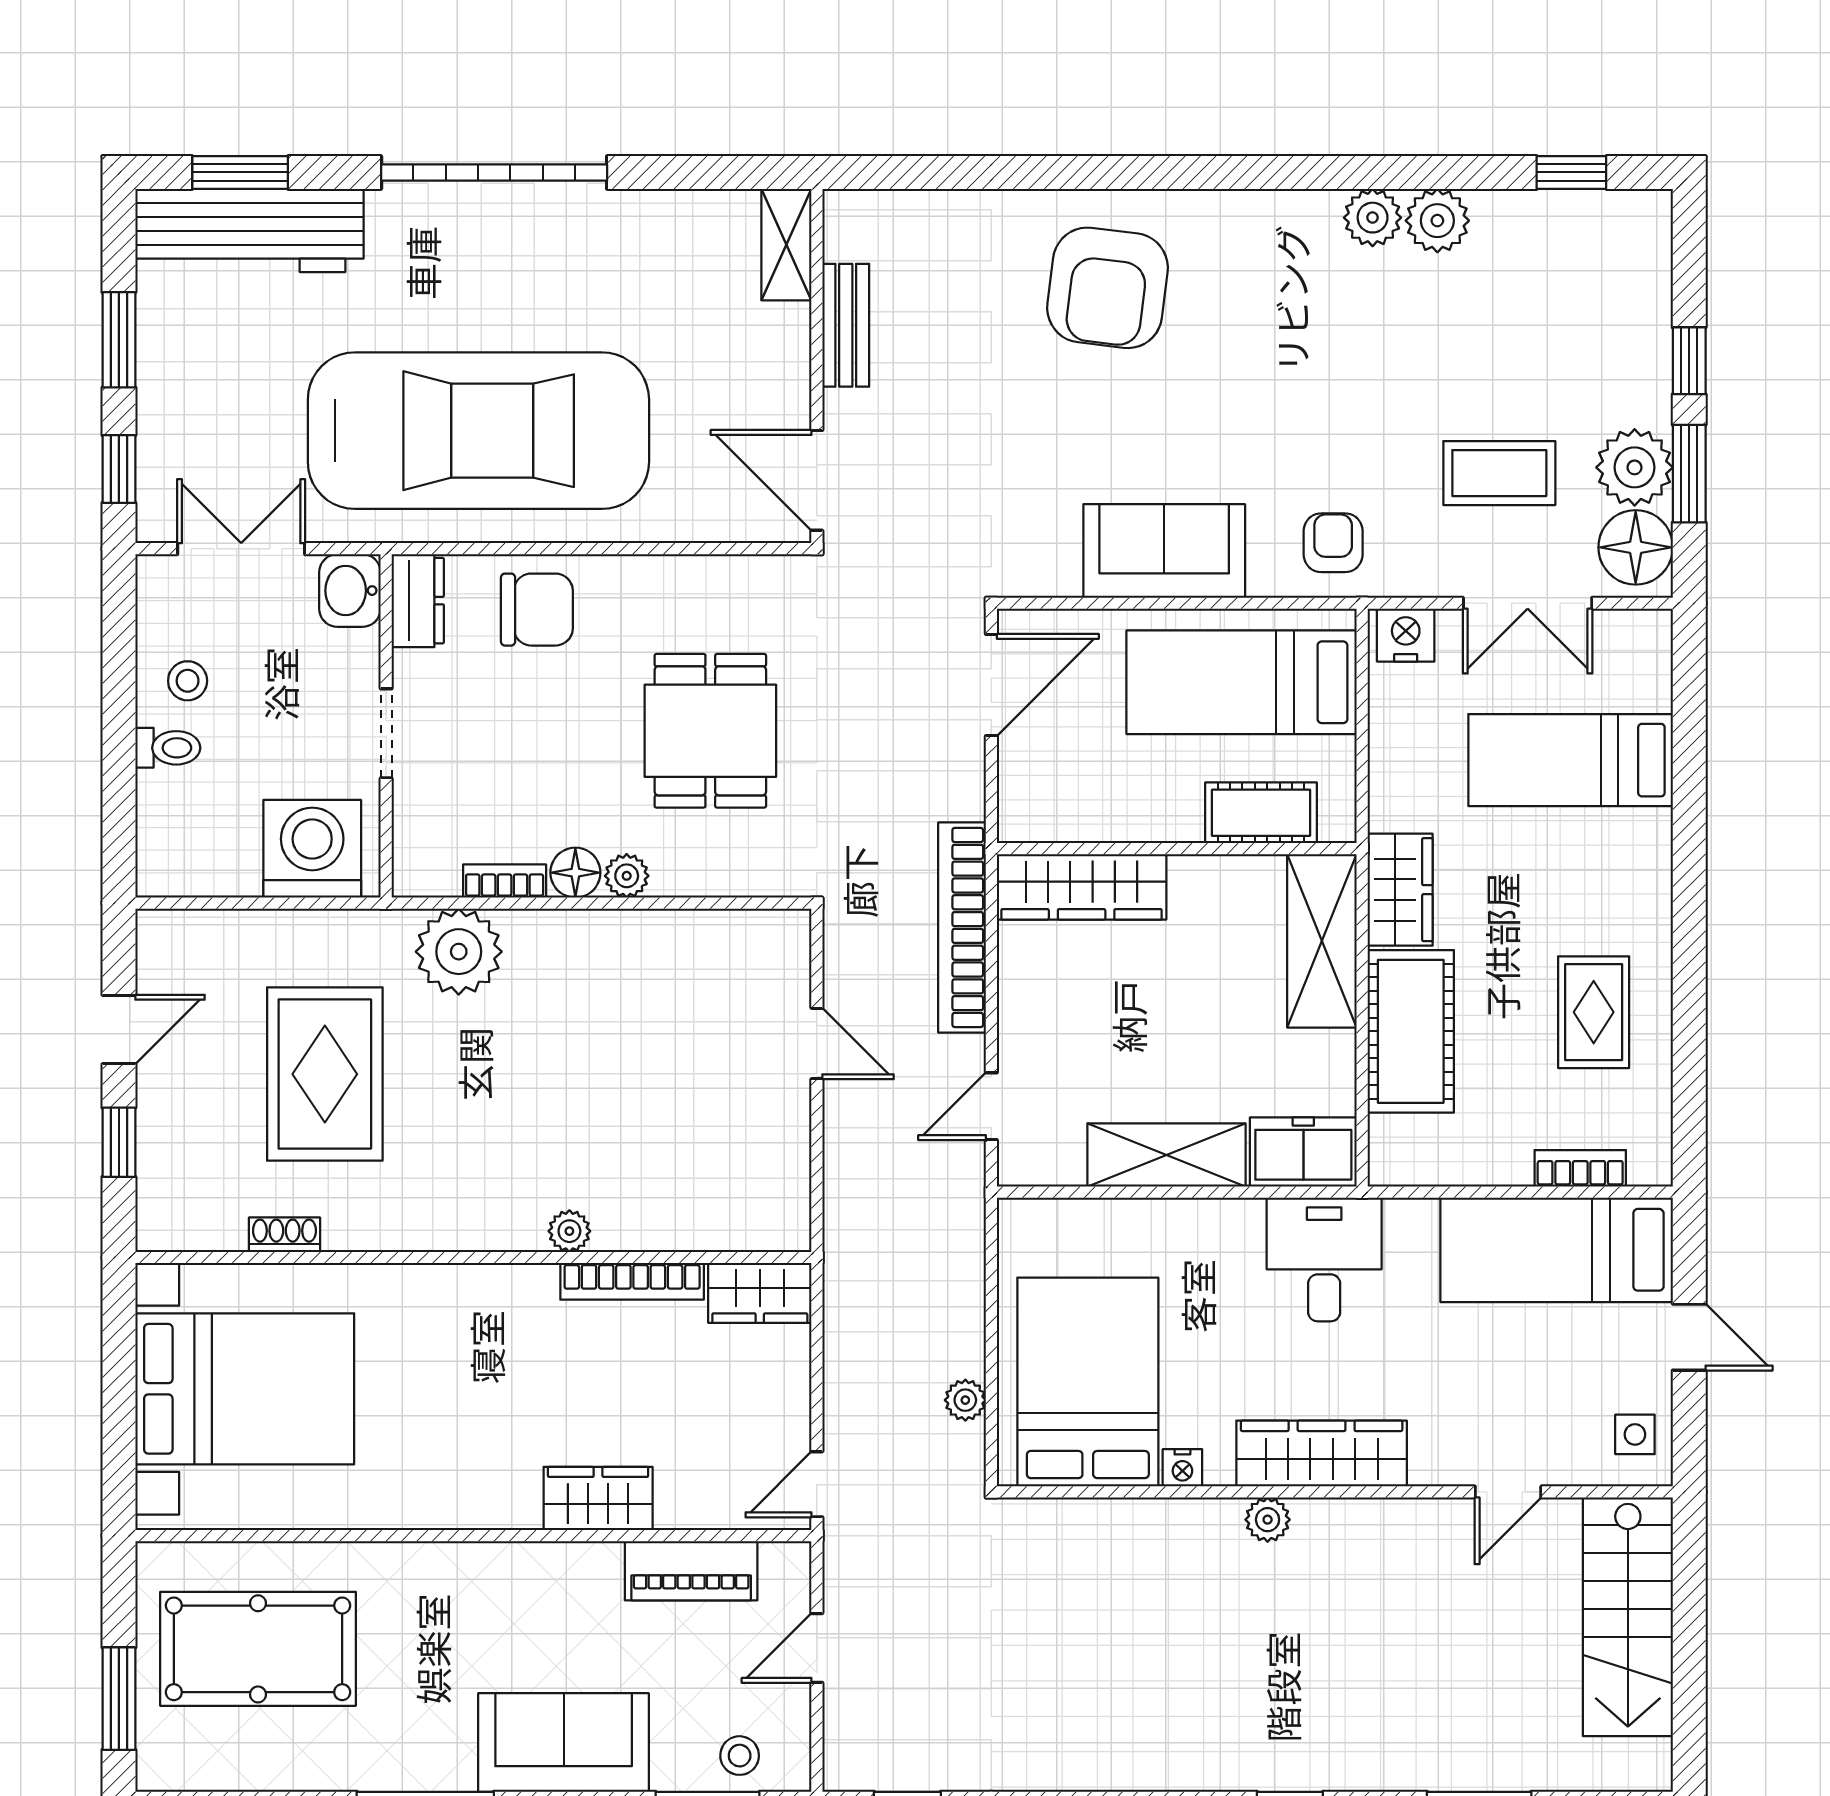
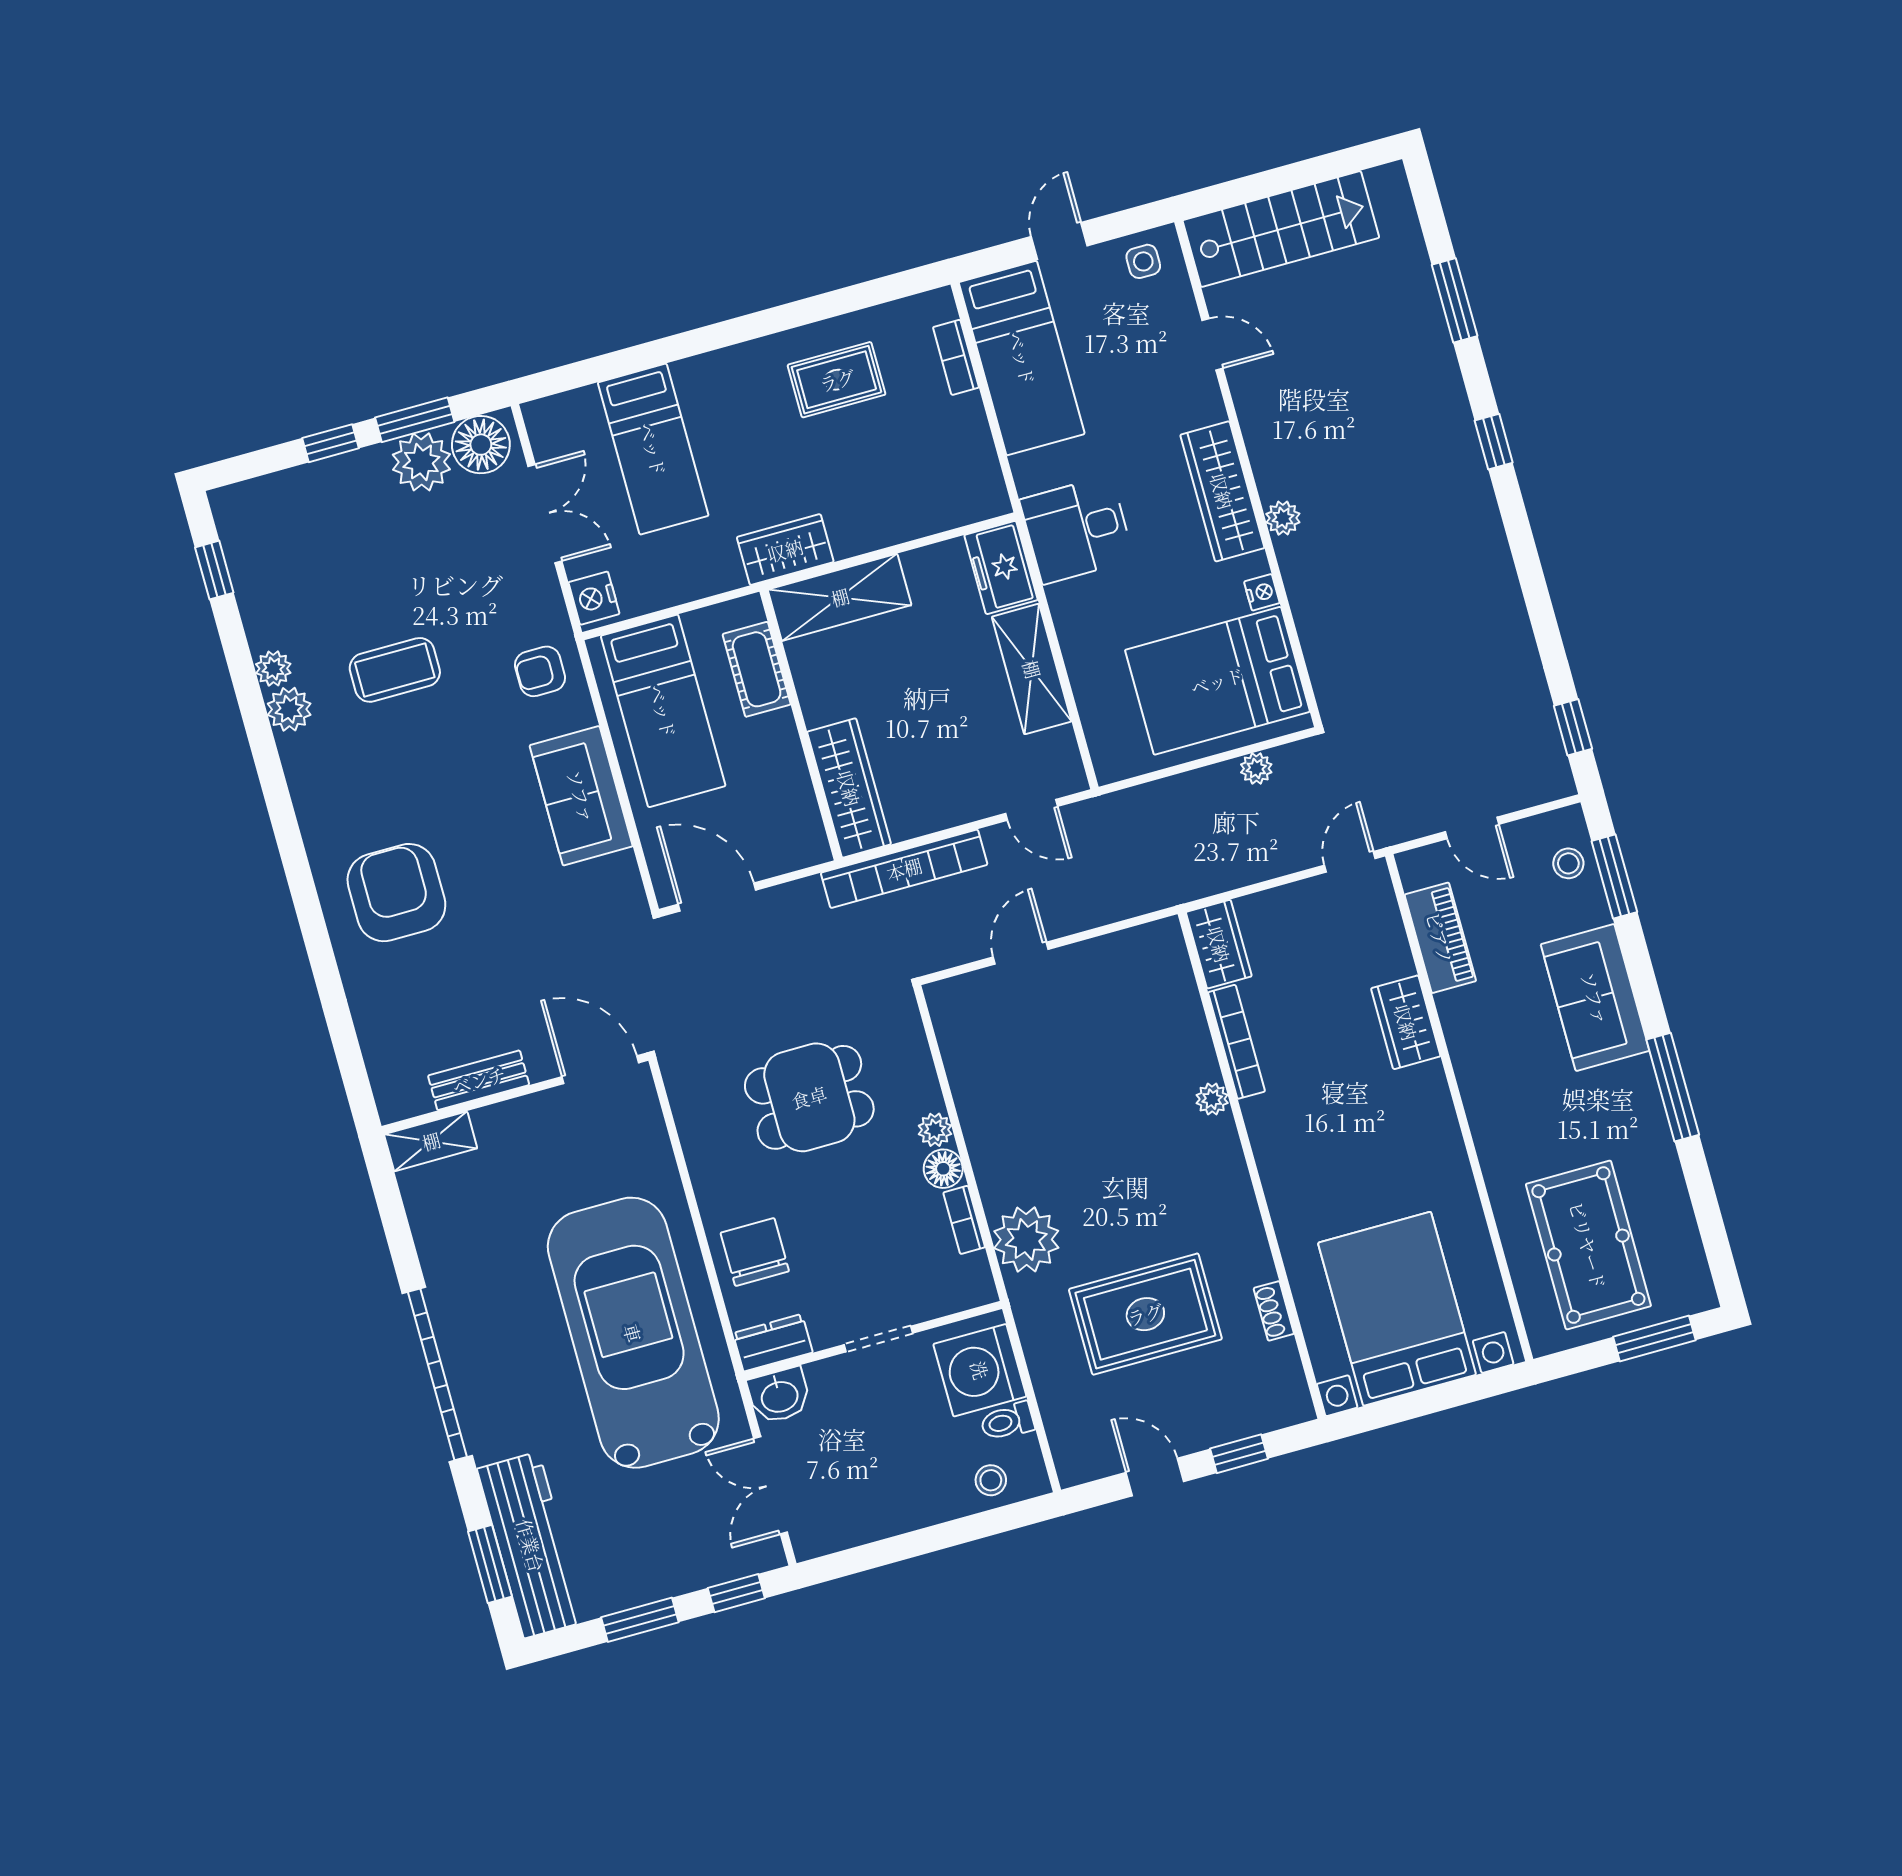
plant: (1437, 221) -> (273, 669), width x0.73, depth x0.73
armchair: (1108, 288) -> (396, 893), turned -97
coffee table: (1499, 473) -> (395, 670), moved, turned 90
door: (817, 480) -> (600, 1070), swing flipped
stool: (188, 681) -> (991, 1480), moved
toilet: (168, 748) -> (1007, 1421), moved, turned -90
cot: (1411, 1031) -> (889, 512), removed
door: (817, 1484) -> (1350, 862), swing flipped

